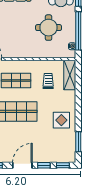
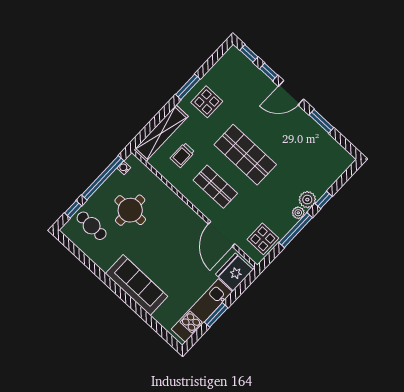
shelving: (70, 75) -> (161, 133), width x1.47
window: (78, 142) -> (188, 87), moved

